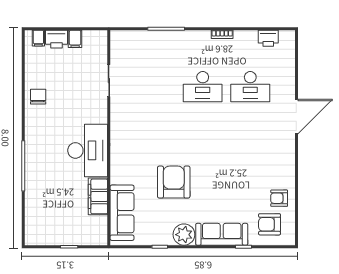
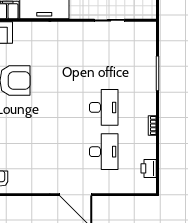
desk: (203, 87) -> (104, 107), turned 180
desk: (250, 87) -> (104, 152), turned 180

